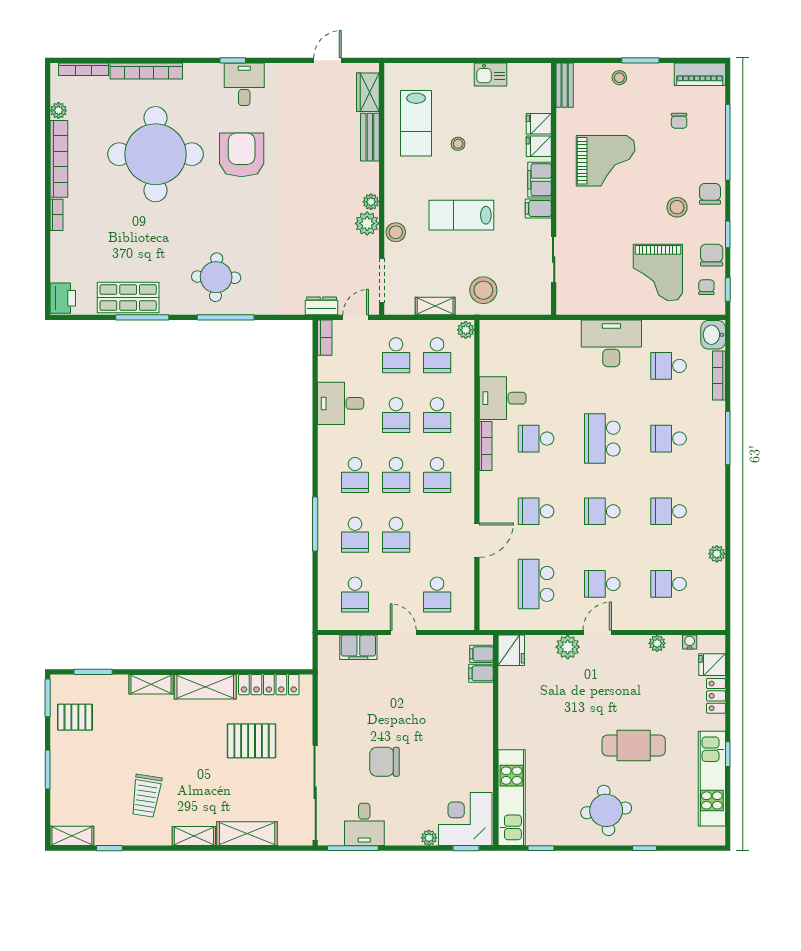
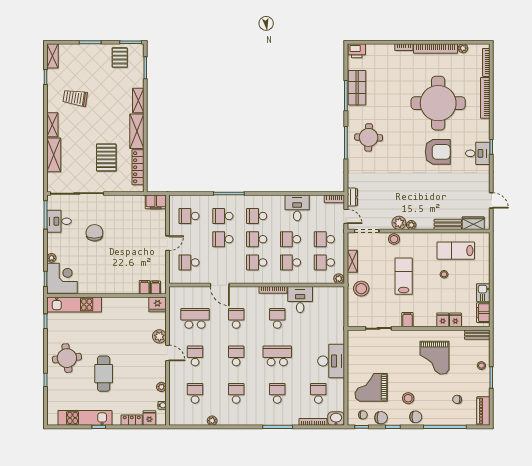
filing cabinet: (539, 180) -> (483, 313), moved, turned -90
filing cabinet: (358, 647) -> (156, 202), moved, turned -90

